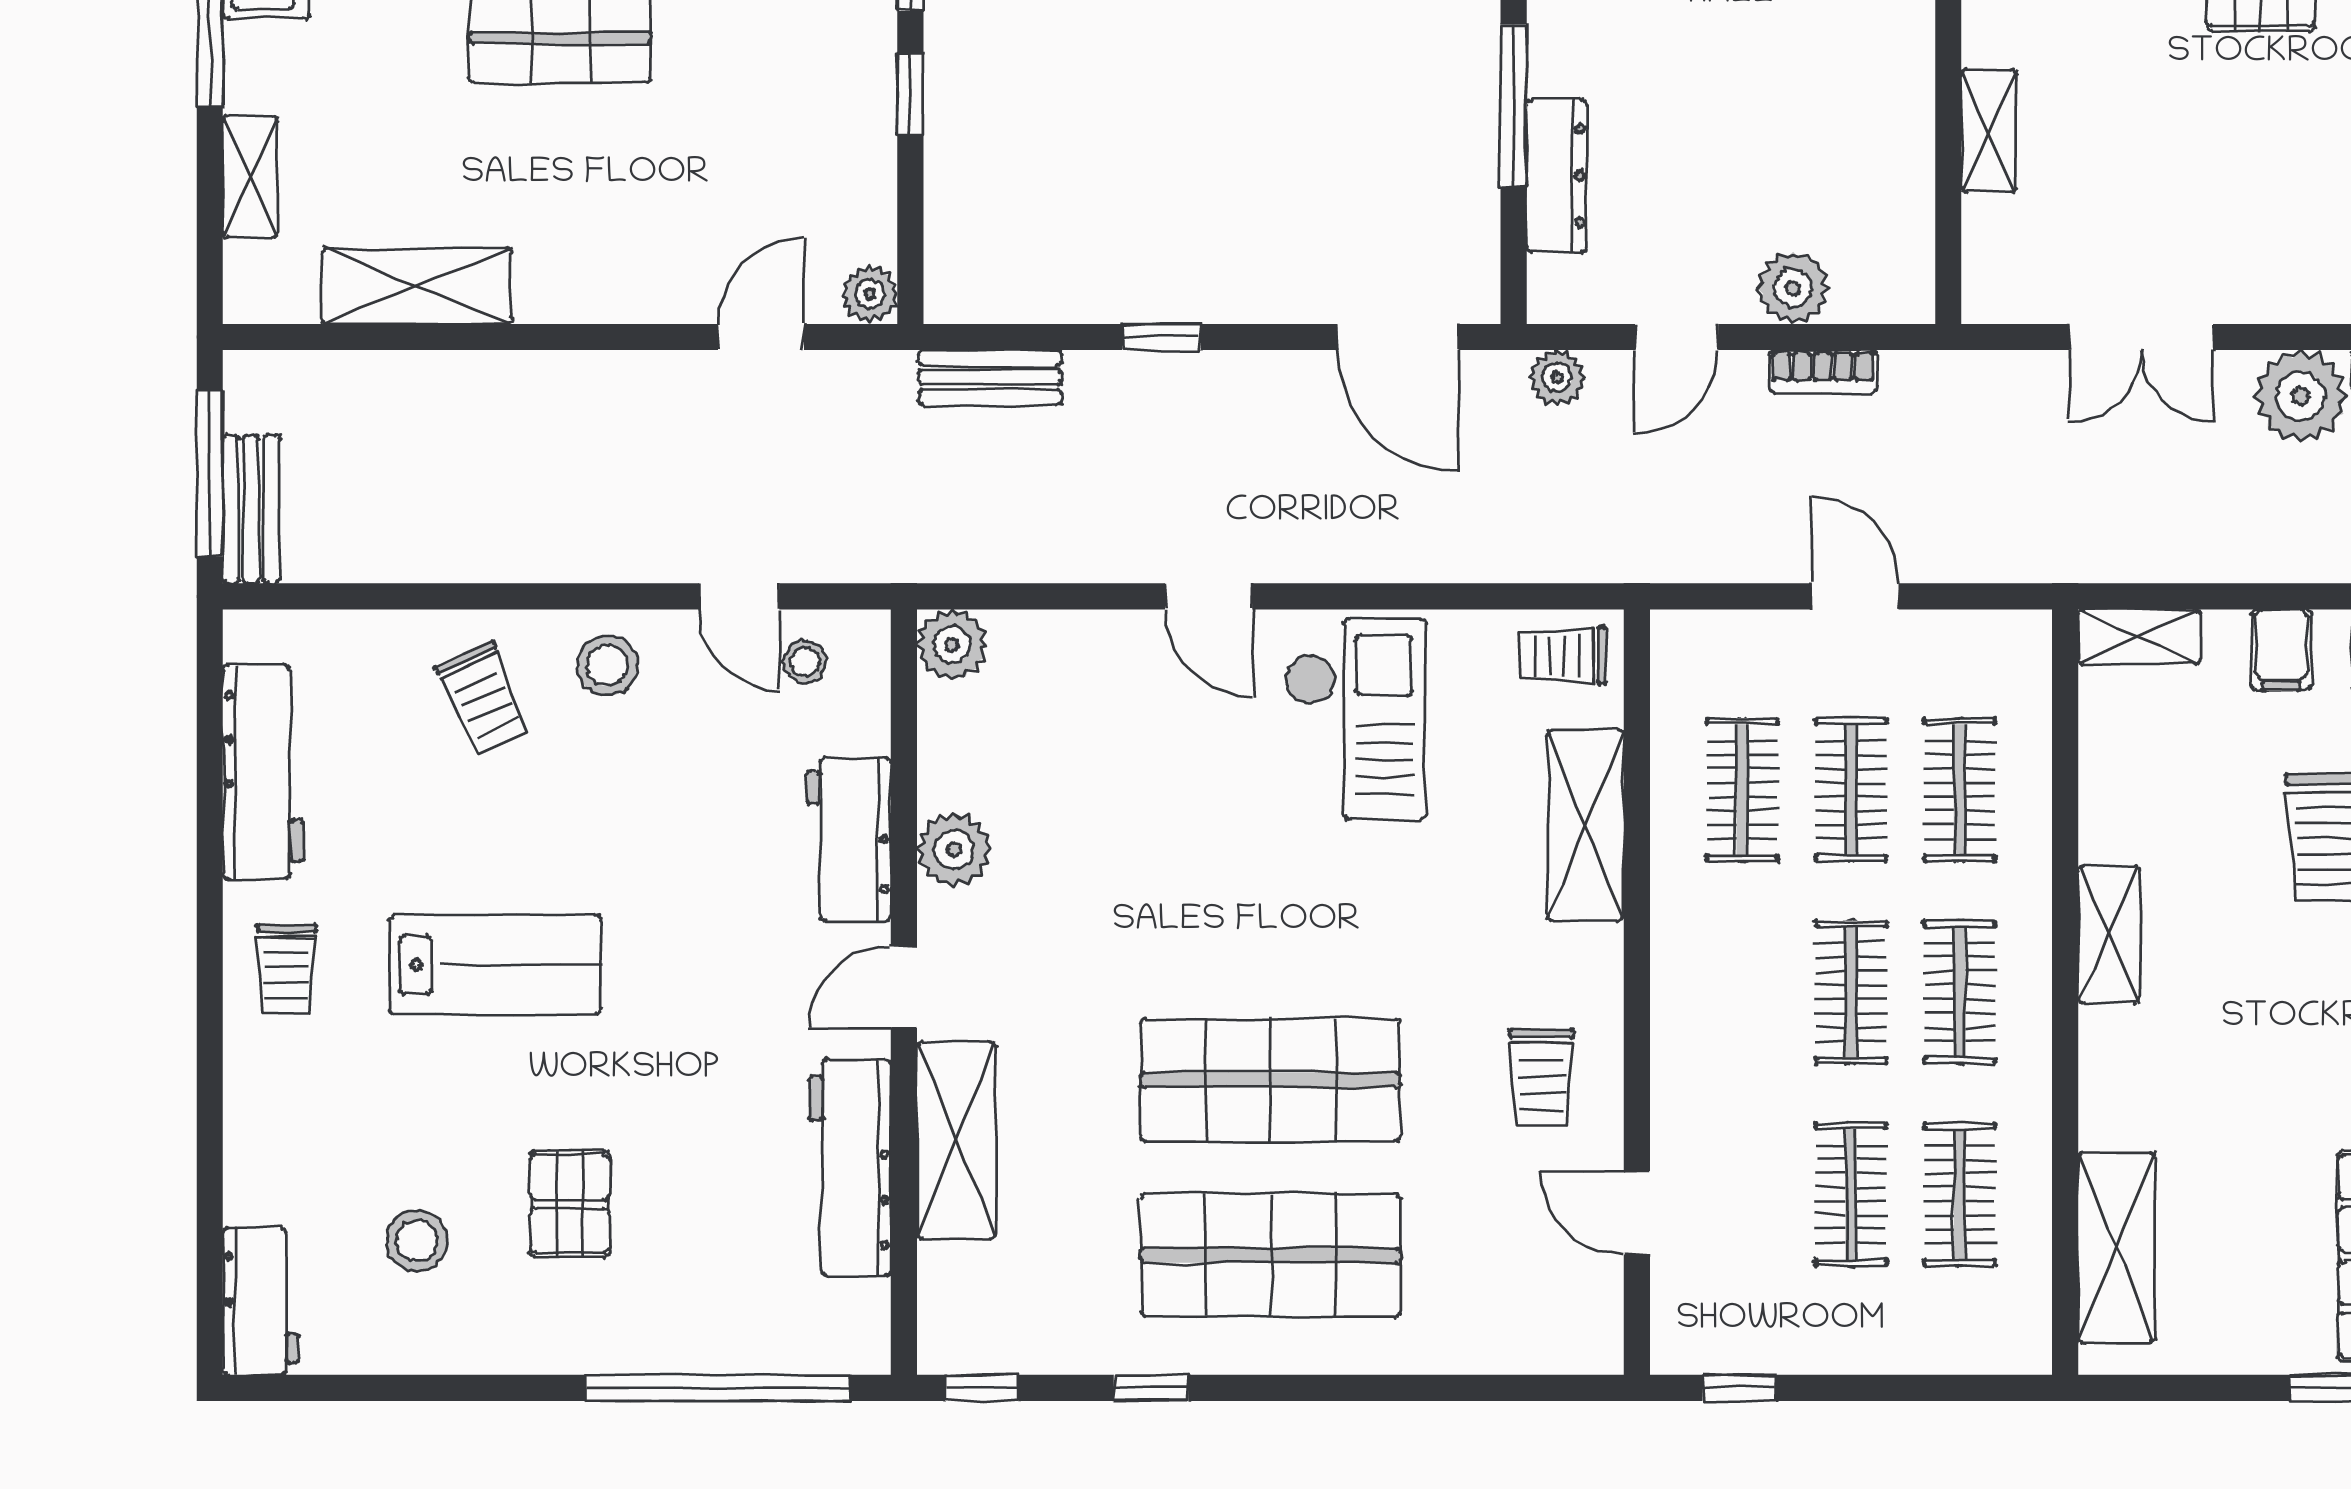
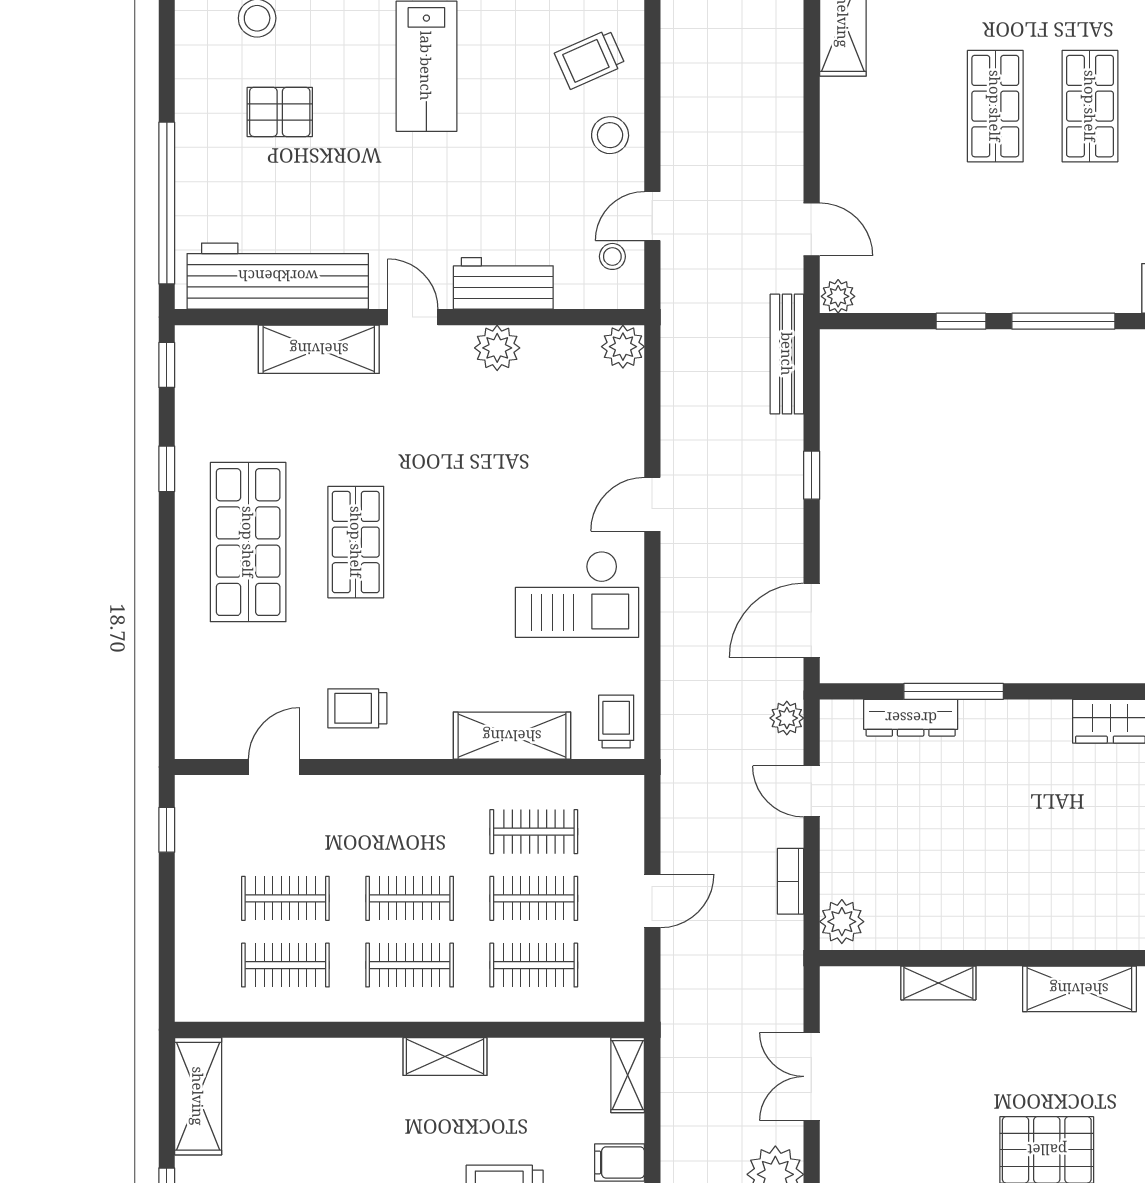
plant: (1793, 288) -> (842, 922), moved
bench: (990, 377) -> (787, 354), width x1.36
shop shelf: (1270, 1080) -> (356, 542), width x0.70, depth x0.74
workbench: (850, 1168) -> (278, 276), width x1.36, depth x1.32
shelving: (2116, 1248) -> (198, 1096), moved, turned 90

